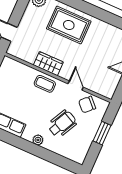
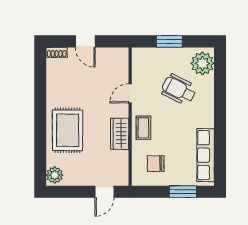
chair: (87, 105) -> (156, 164), moved, turned 134
plant: (38, 140) -> (202, 63), moved, width x1.88, depth x1.88

